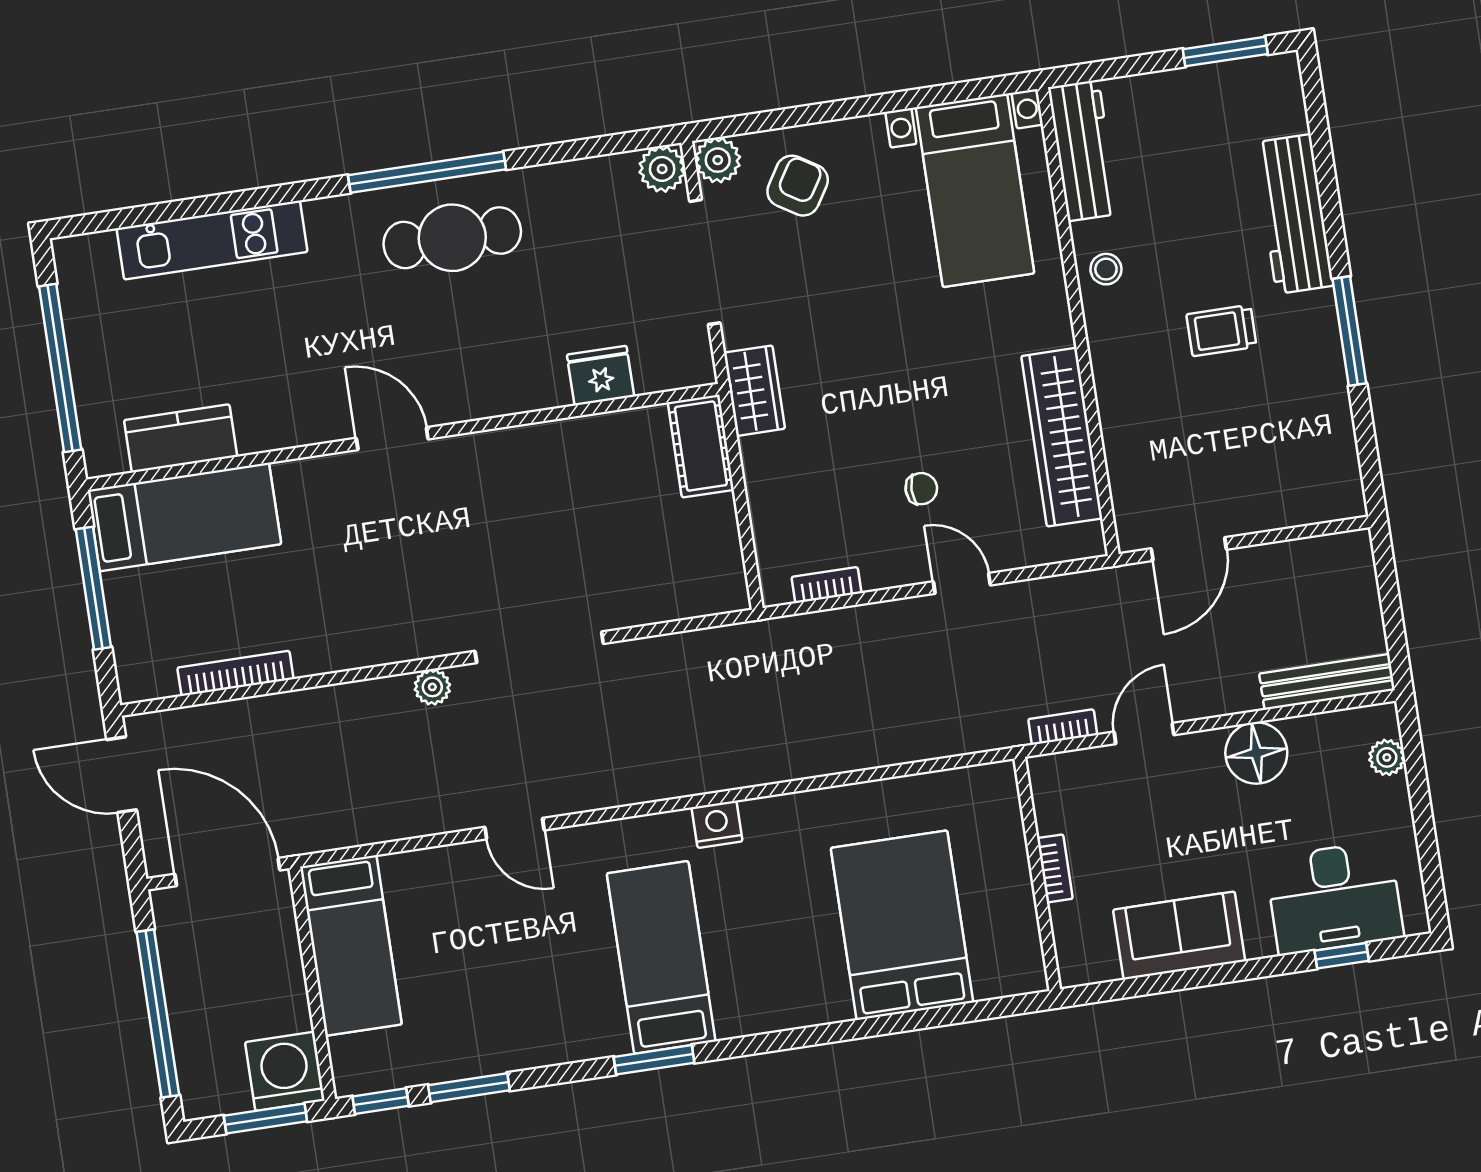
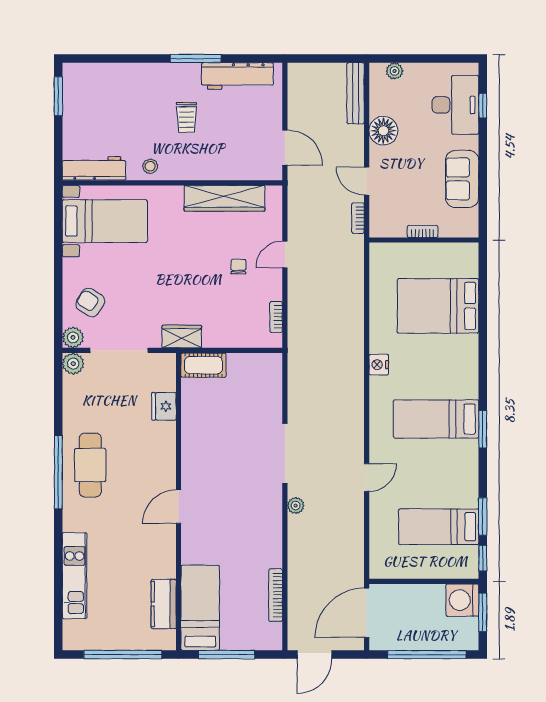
workbench: (1294, 214) -> (237, 76), moved
nightstand: (717, 824) -> (379, 365), moved
bed: (351, 945) -> (439, 527), moved, turned 180

